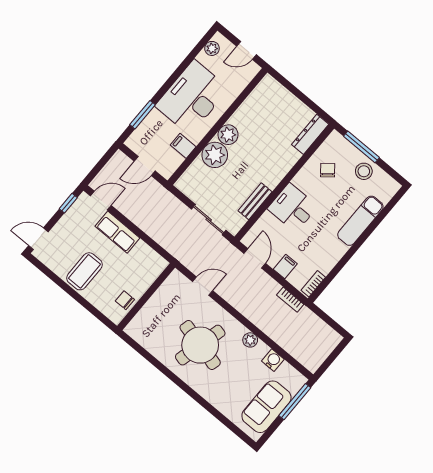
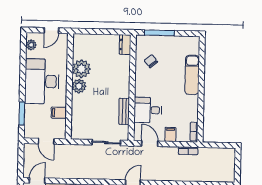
dresser: (310, 134) -> (125, 45), width x0.70
plant: (215, 155) -> (81, 69), moved
door: (145, 166) -> (46, 141), hinge flipped
stool: (364, 171) -> (172, 46), removed
desk: (293, 208) -> (148, 110), moved

